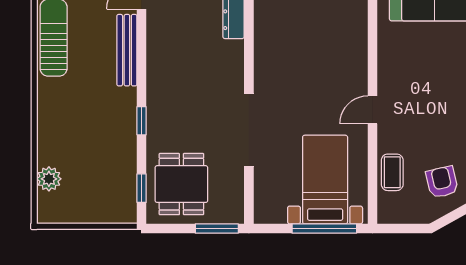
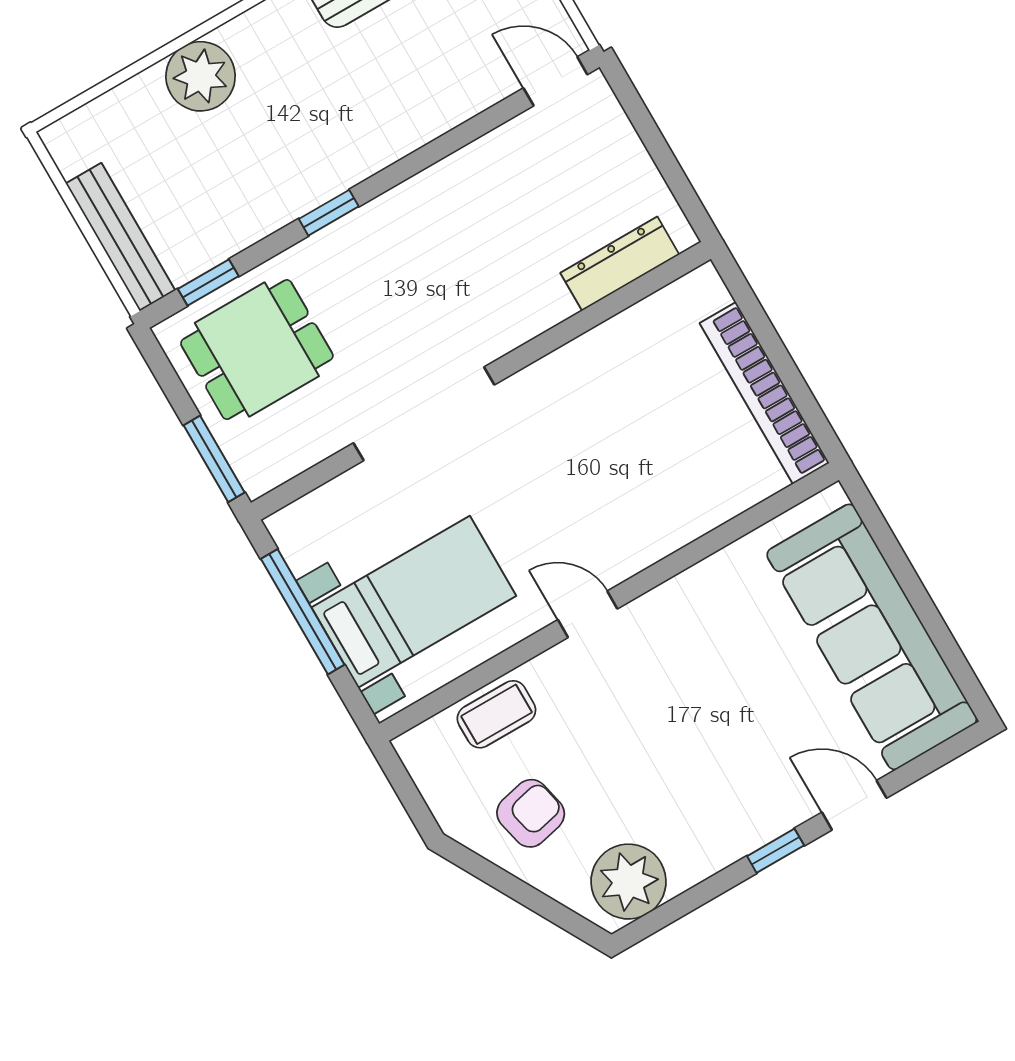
bench: (127, 50) -> (121, 237), moved, turned 90
plant: (49, 179) -> (201, 76), moved, width x1.36, depth x1.36
window: (324, 229) -> (303, 612), moved

